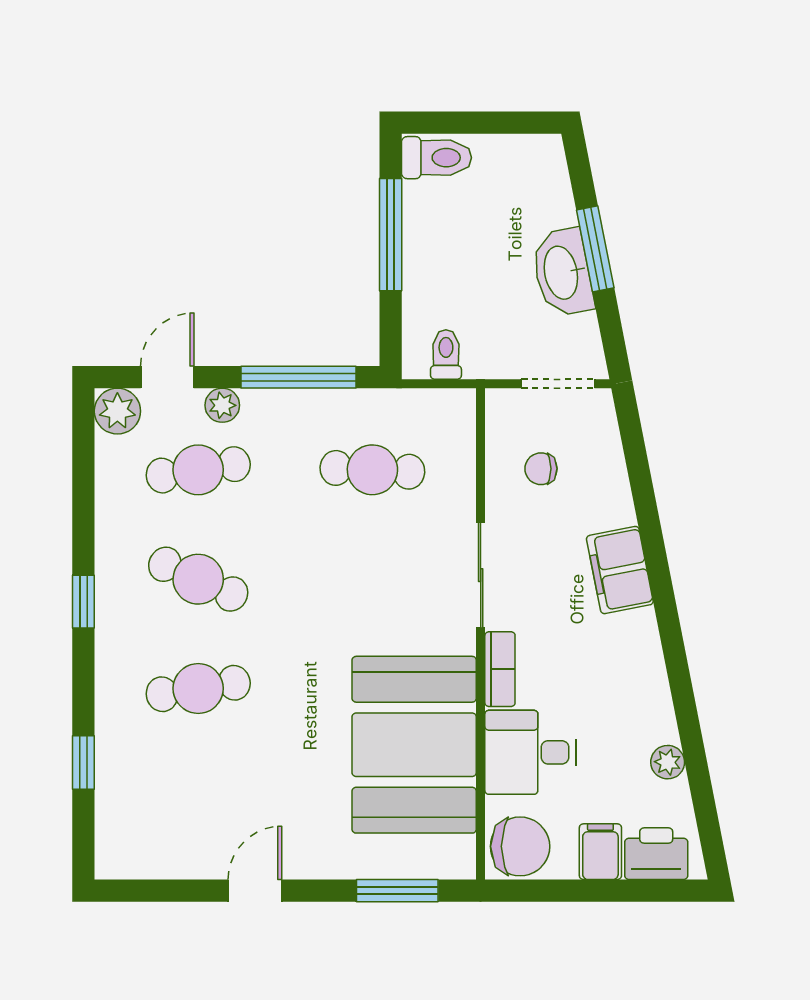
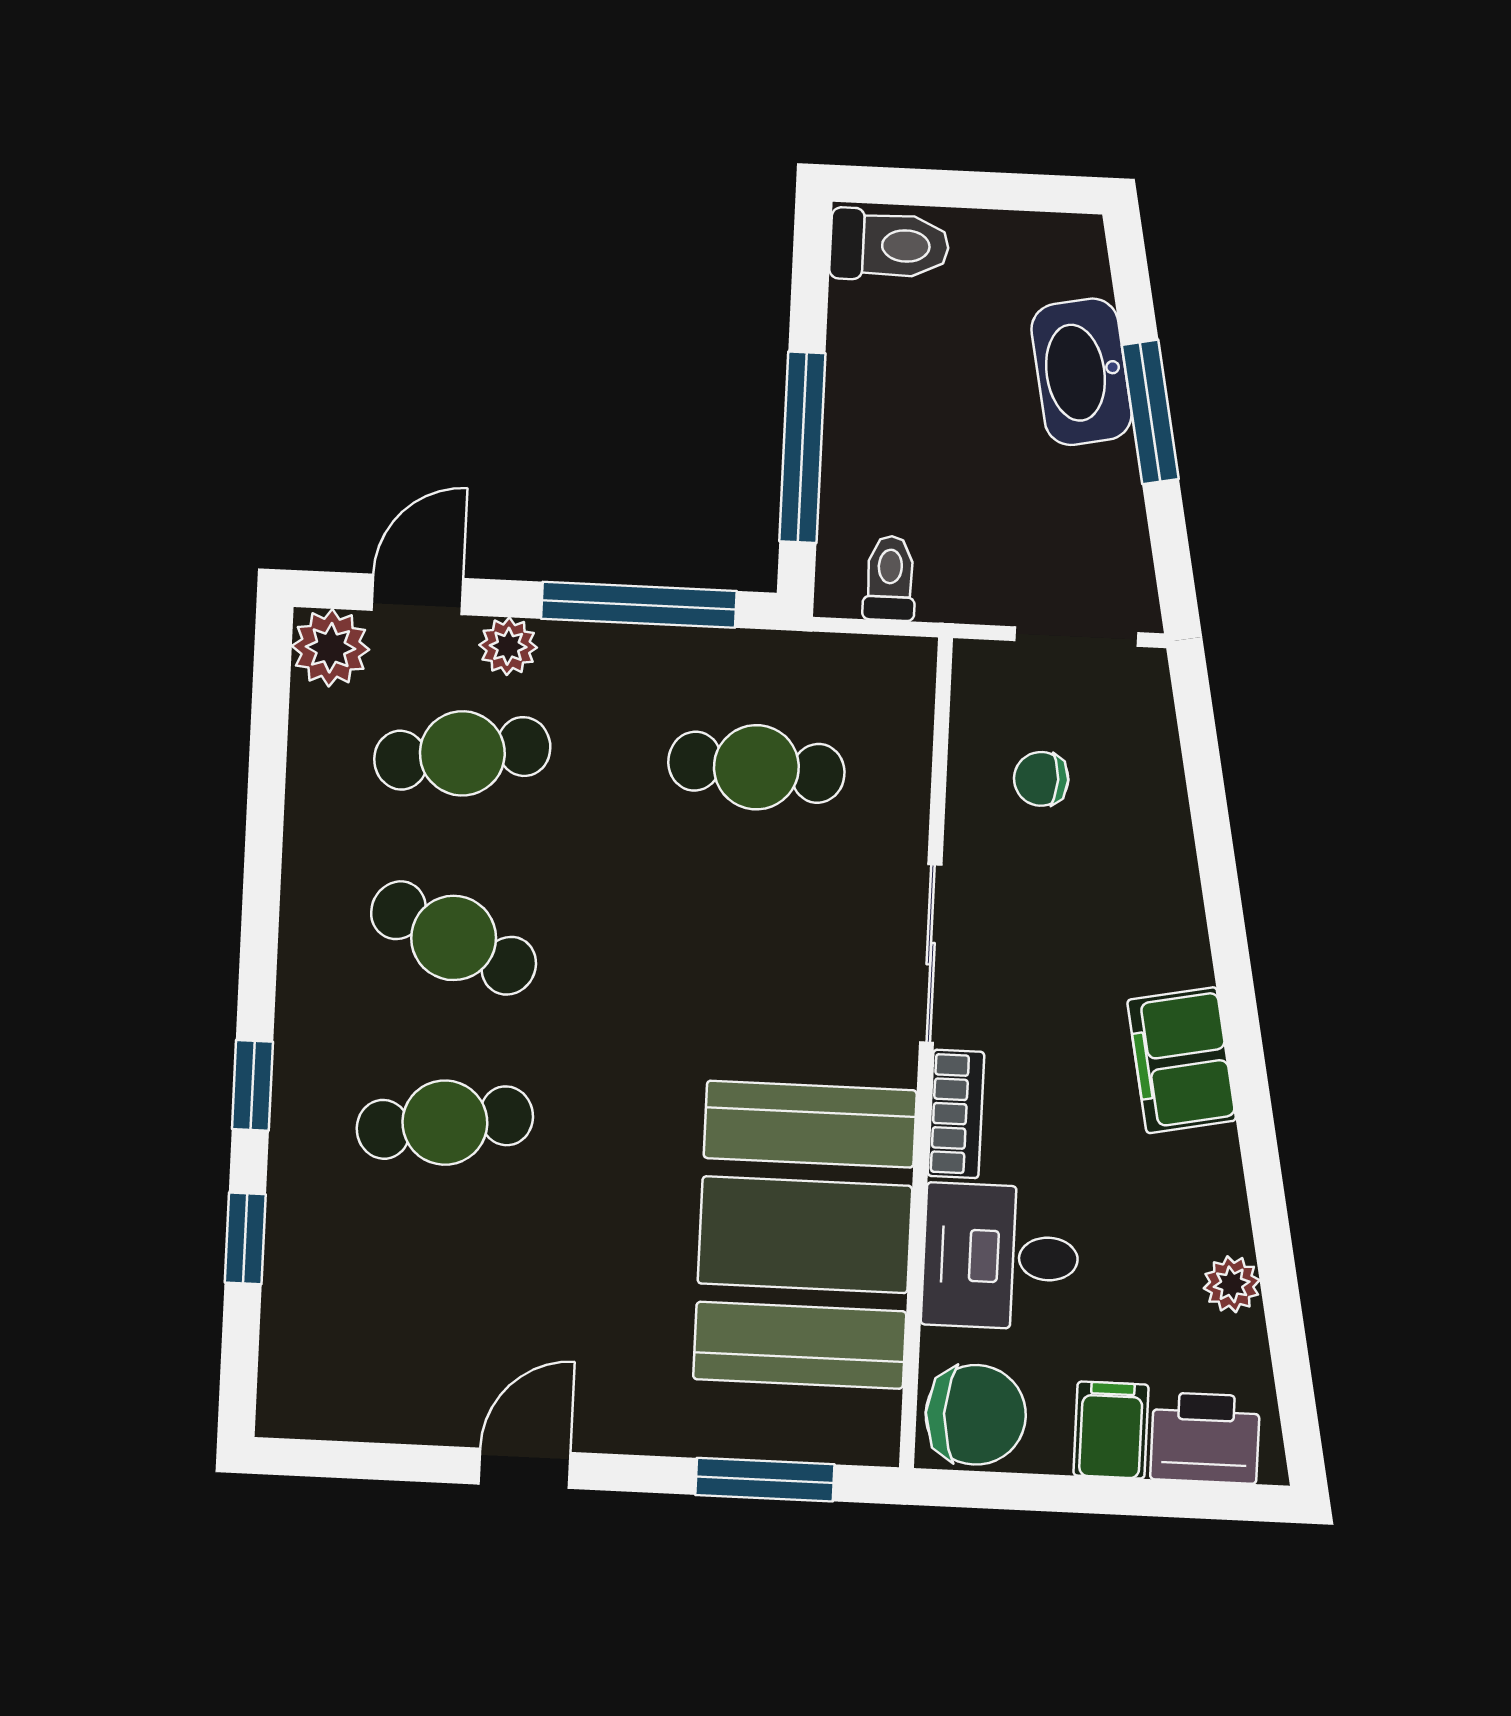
window: (391, 235) -> (802, 447), moved
washbasin: (562, 272) -> (1082, 372), moved
filing cabinet: (620, 570) -> (1182, 1060), moved
window: (83, 602) -> (252, 1085), moved

